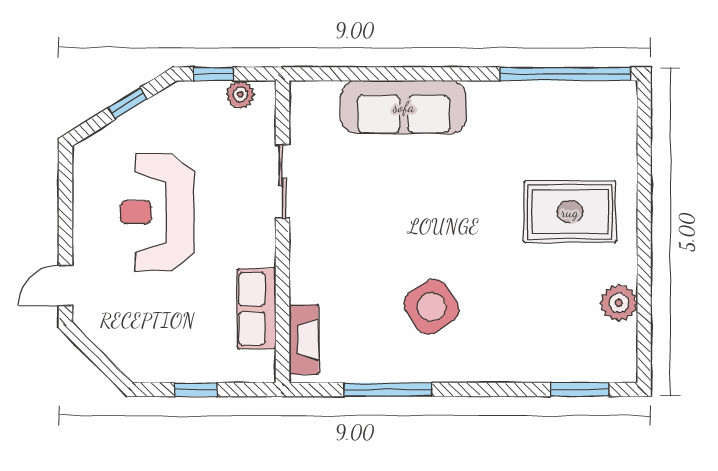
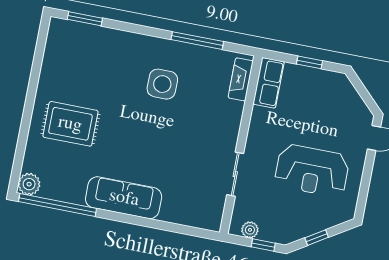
sofa: (404, 107) -> (124, 198), moved
reception desk: (157, 212) -> (312, 171), turned 90
plant: (619, 303) -> (29, 184), moved
side table: (431, 307) -> (162, 84), turned 33
row of seats: (257, 309) -> (269, 83), moved

